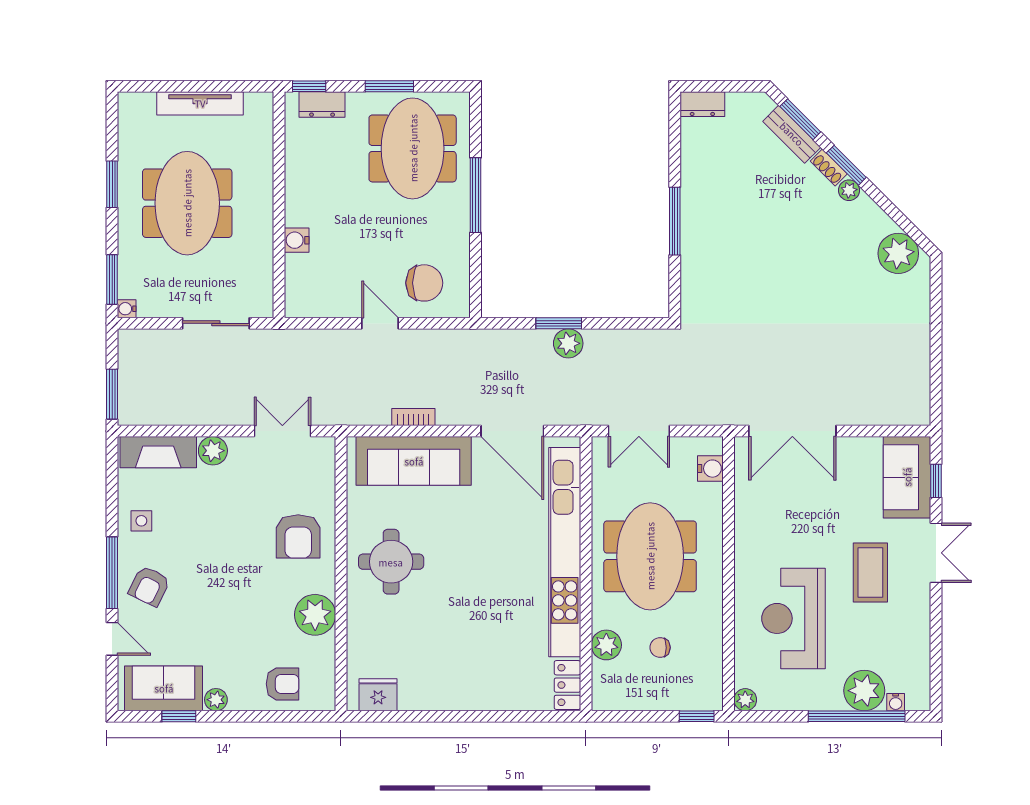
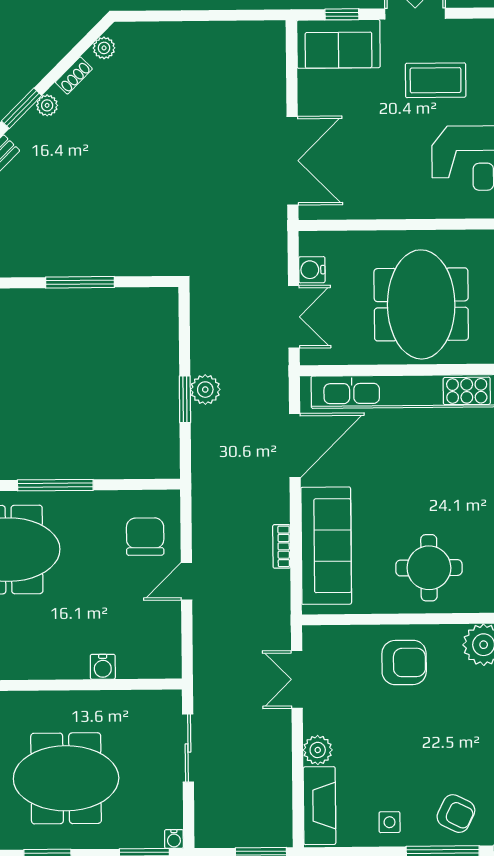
shoe rack: (829, 168) -> (74, 76), moved
plant: (898, 253) -> (104, 48), width x0.53, depth x0.53
water cooler: (710, 469) -> (312, 270), moved, turned -90
meeting table: (650, 556) -> (421, 304), turned 90

